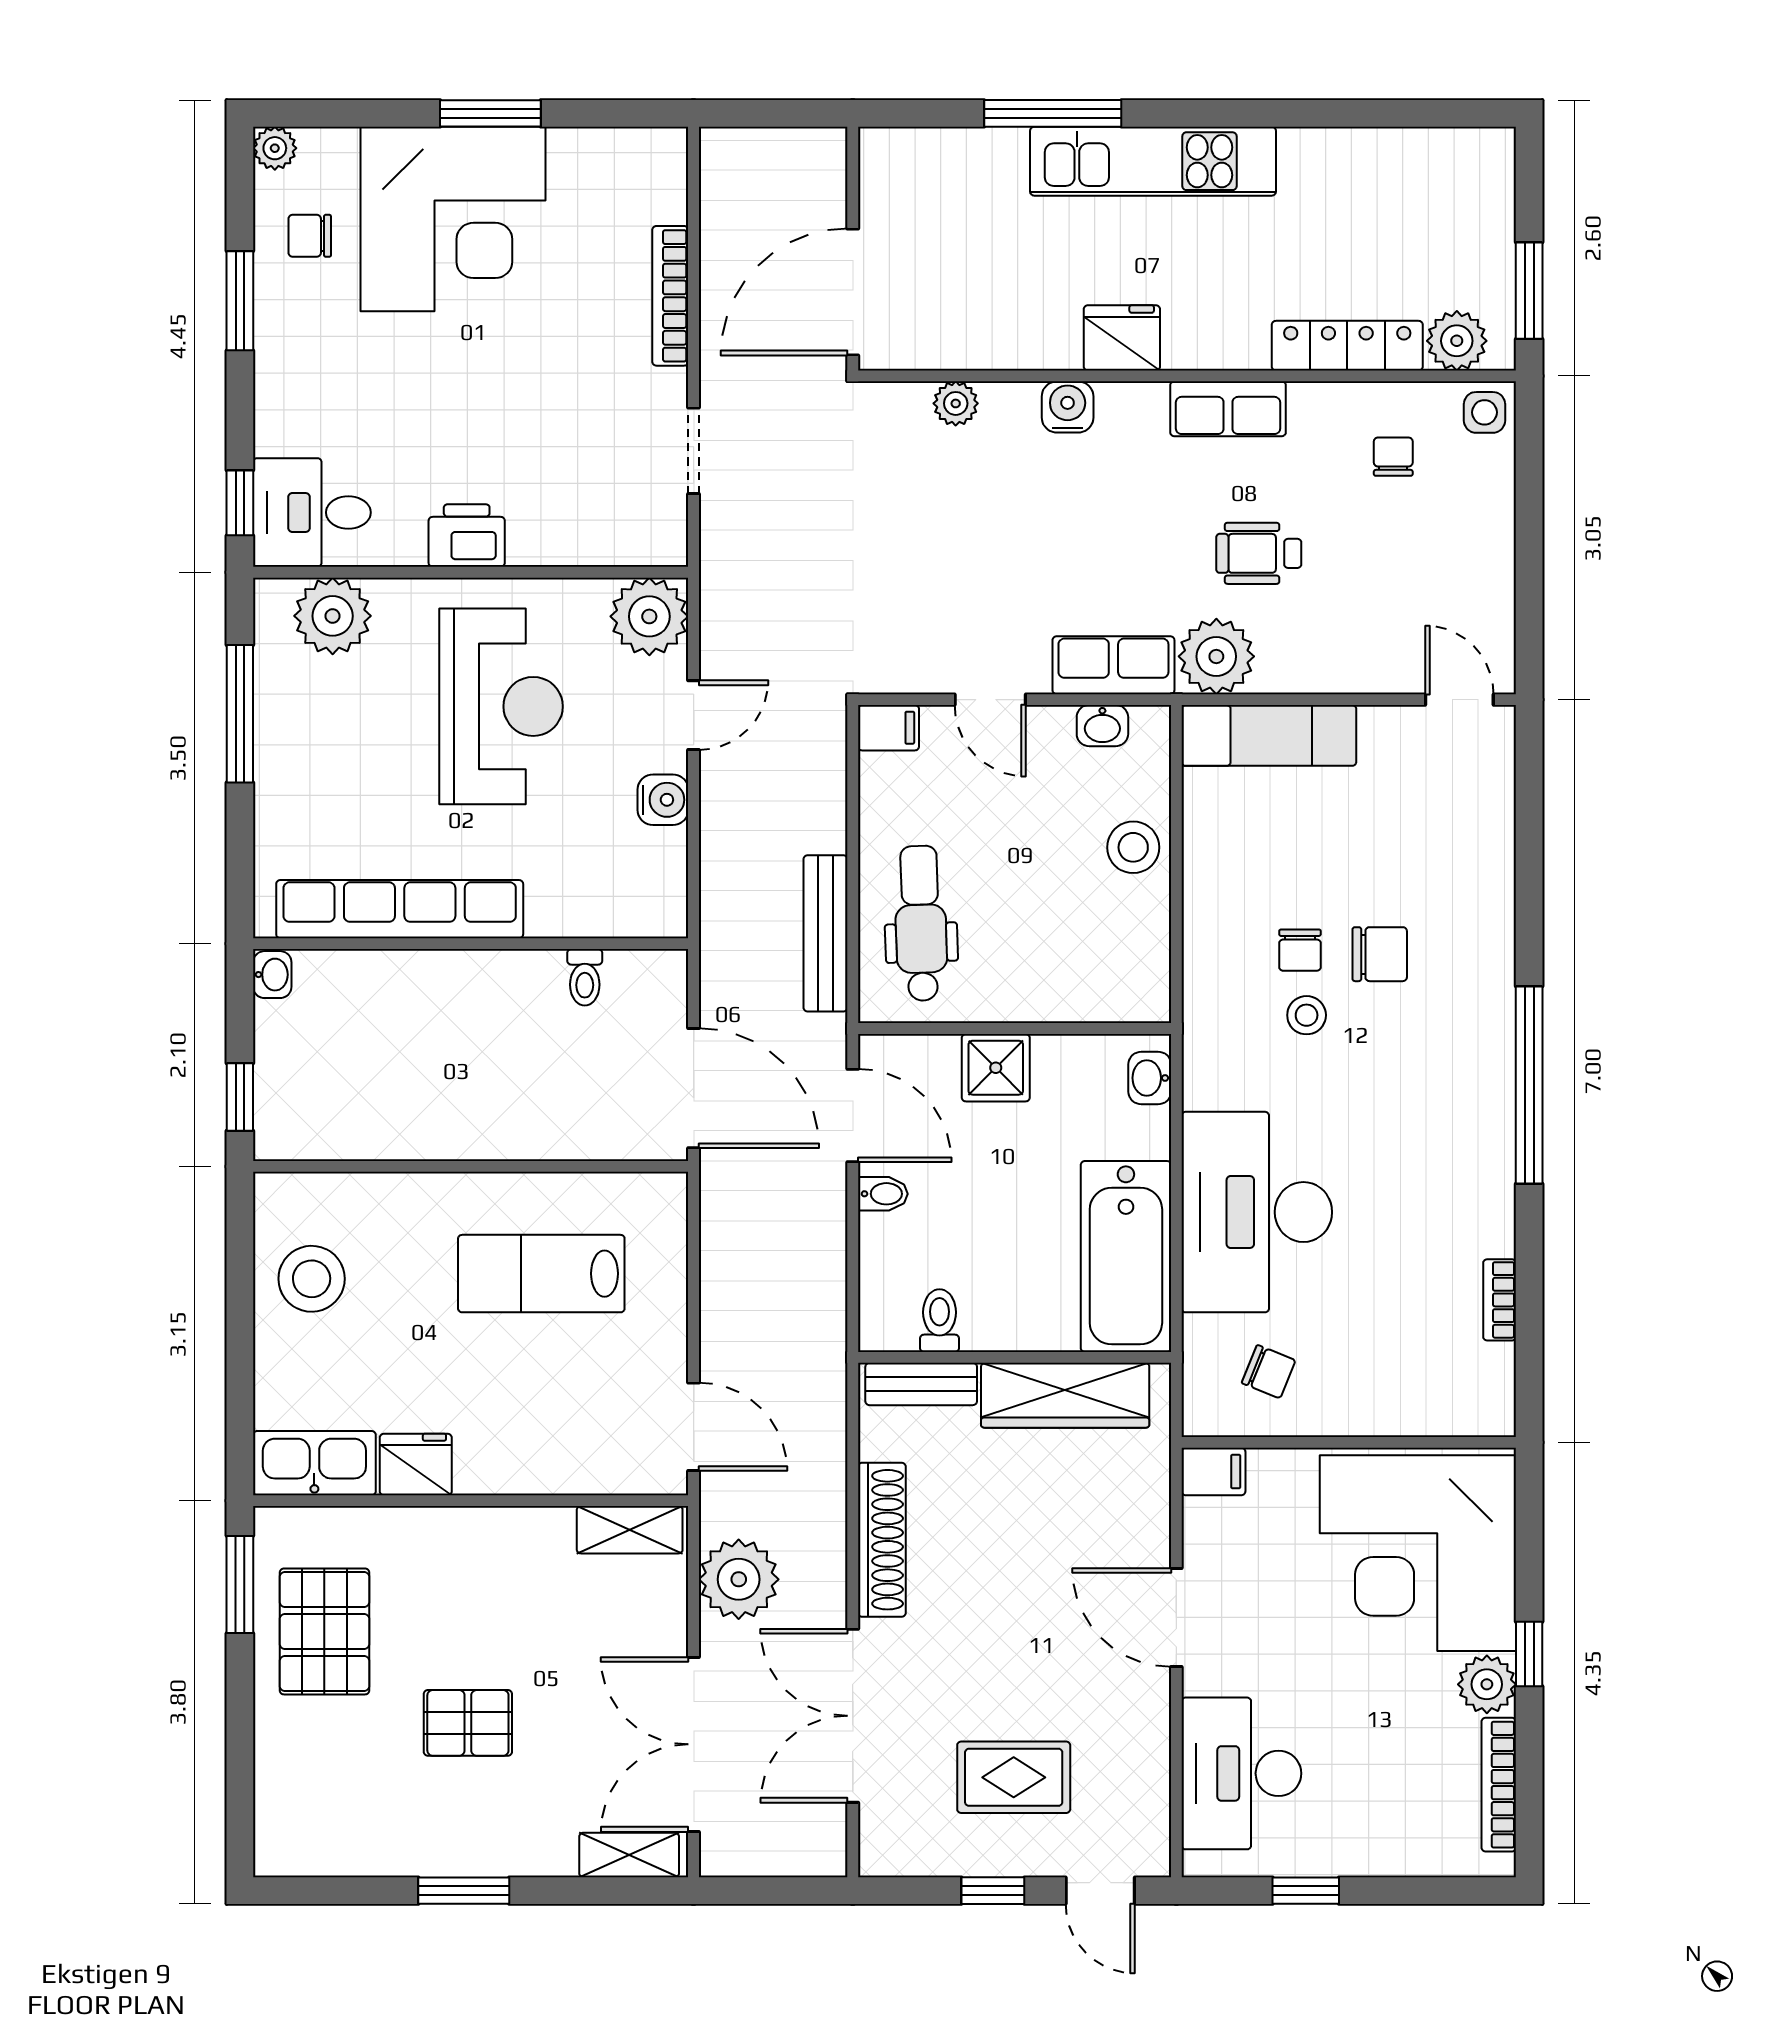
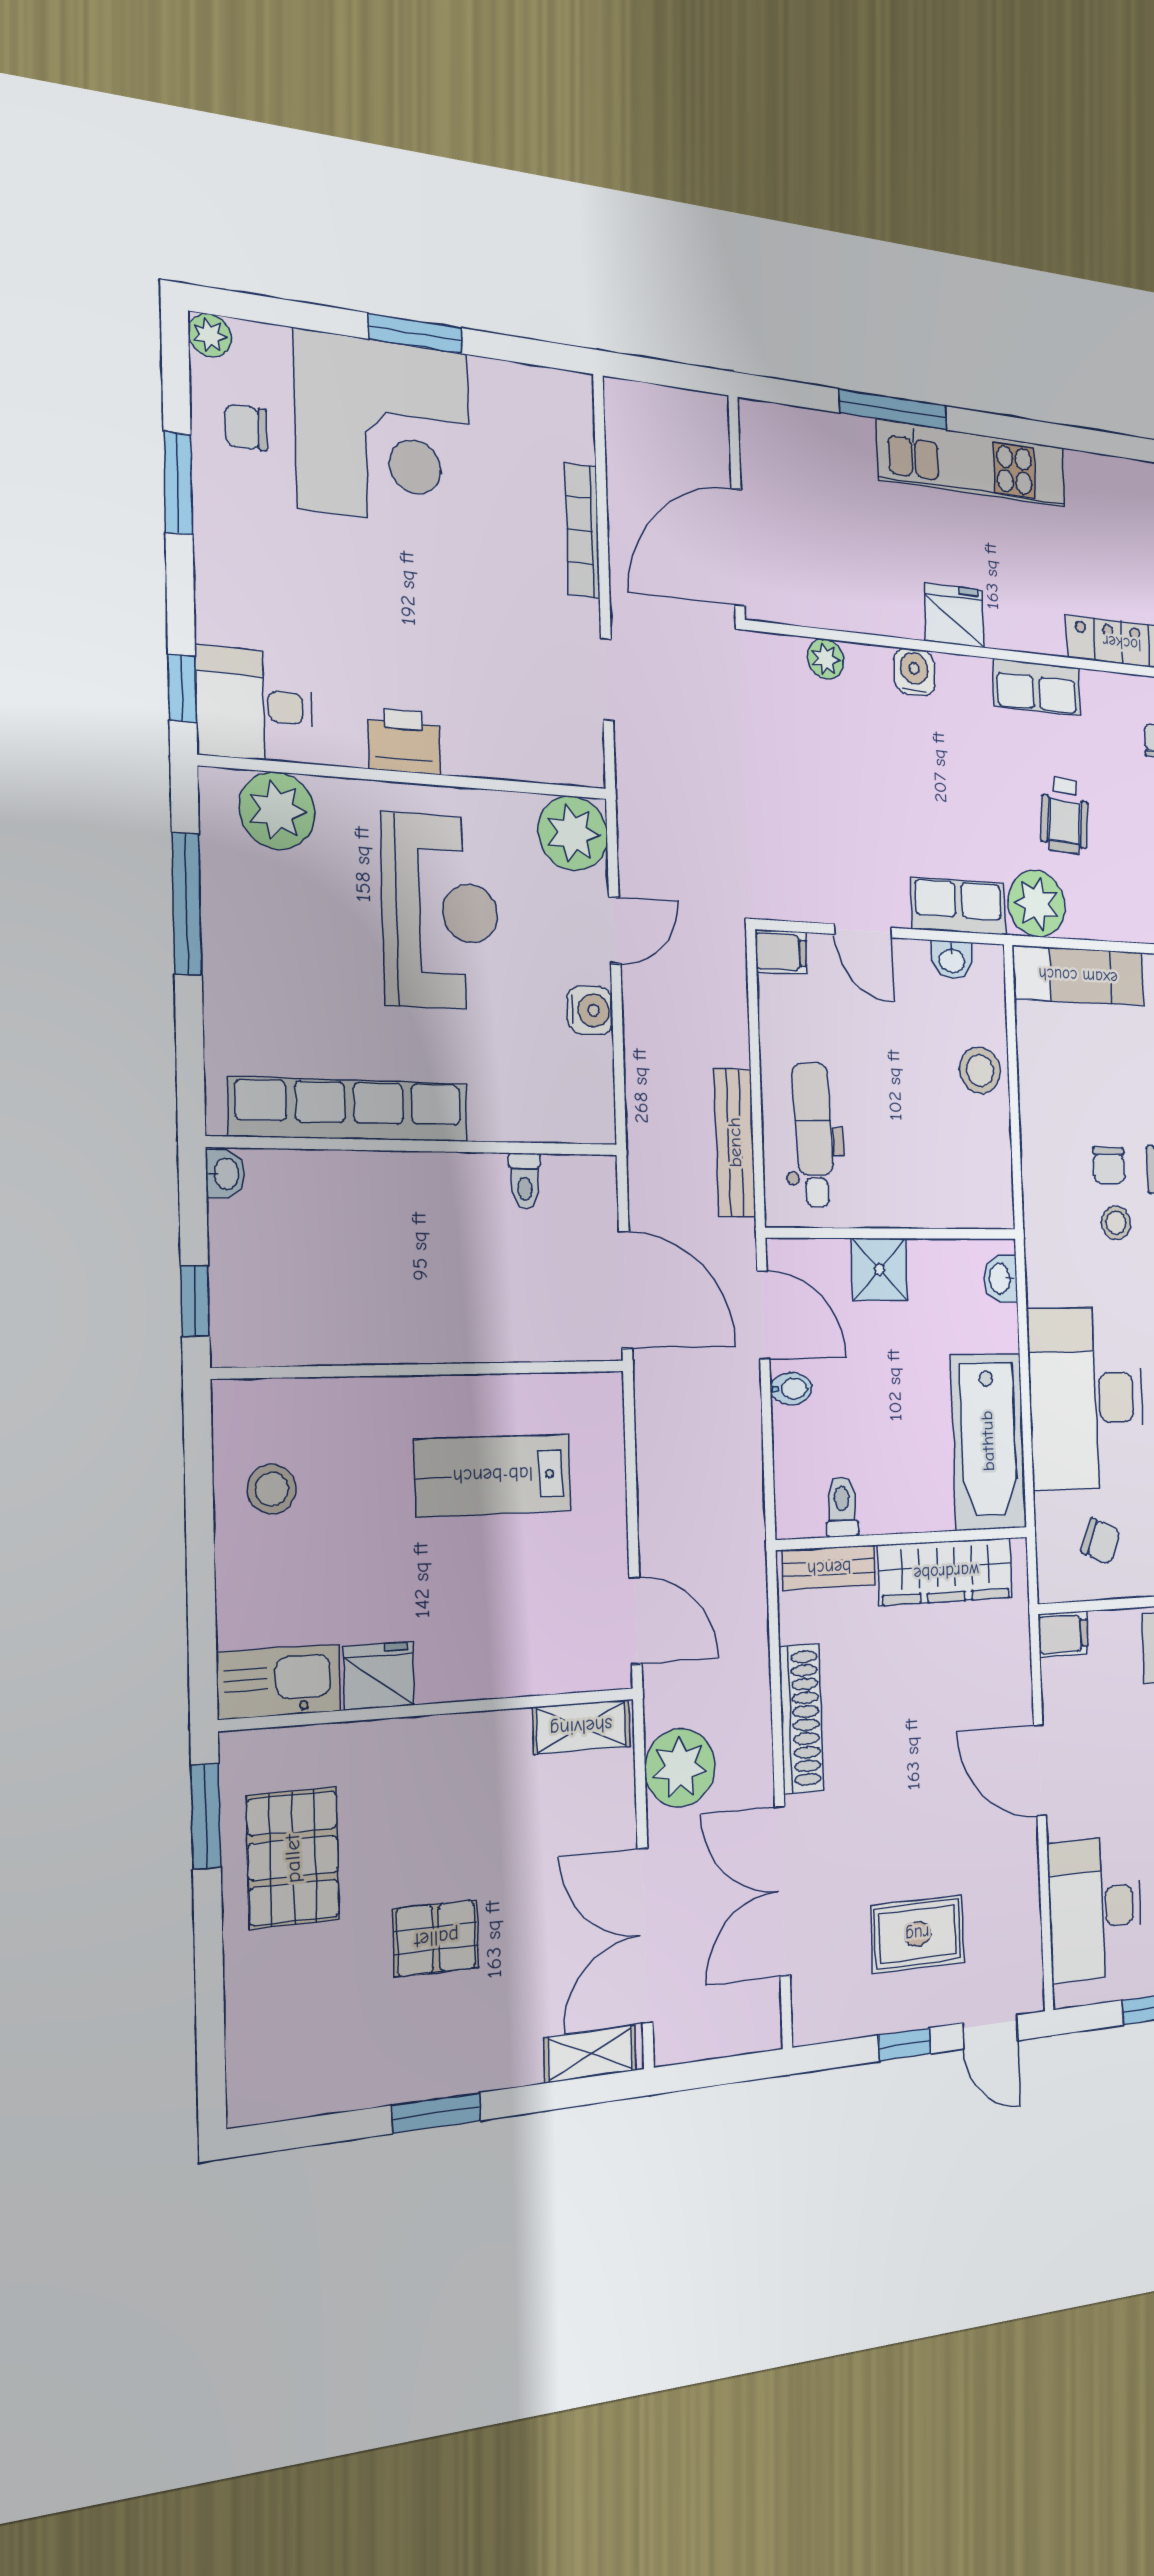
wheelchair: (1259, 553) -> (1065, 816), turned -86
stool: (312, 1279) -> (272, 1489), width x0.73, depth x0.73

